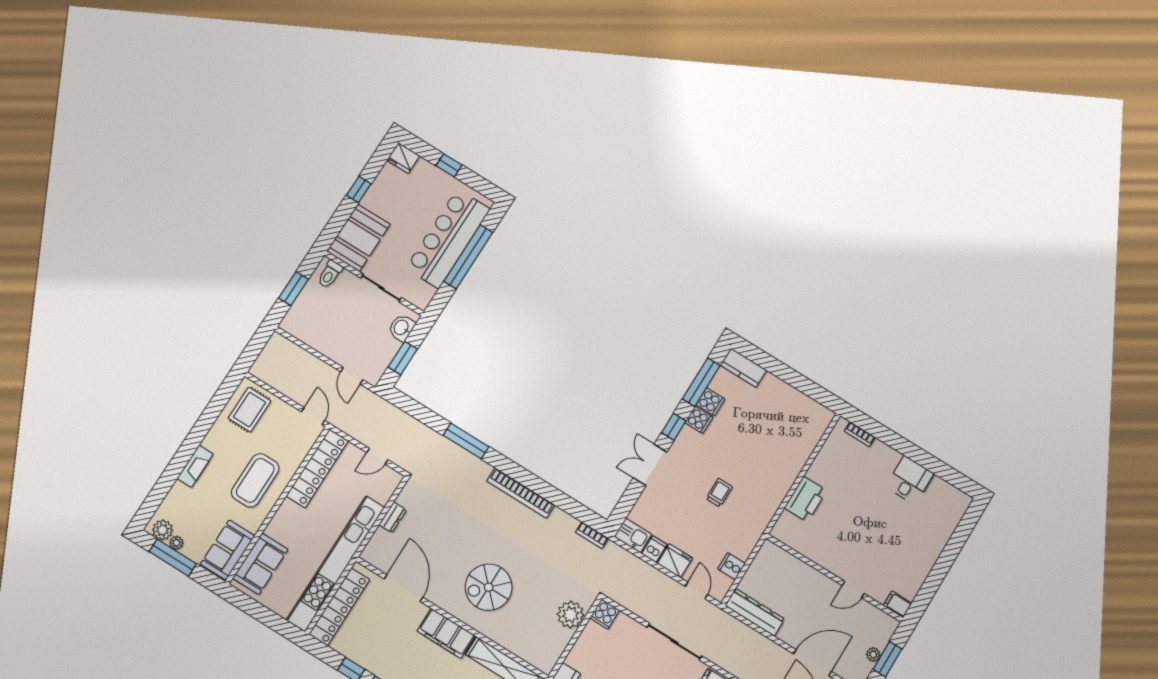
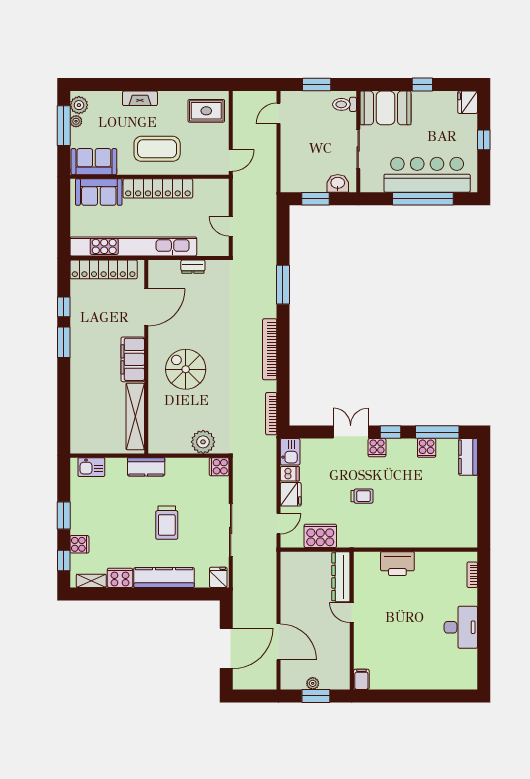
door: (352, 376) -> (279, 113), moved
cooker: (699, 420) -> (377, 448), moved
locker: (317, 468) -> (158, 188), moved
desk: (910, 480) -> (461, 627), width x1.37
bookcase: (592, 535) -> (271, 414), width x1.56
cooker: (732, 566) -> (320, 536), width x1.87, depth x1.31
door: (853, 589) -> (352, 613), moved
dresser: (755, 612) -> (341, 577), moved, turned 180

